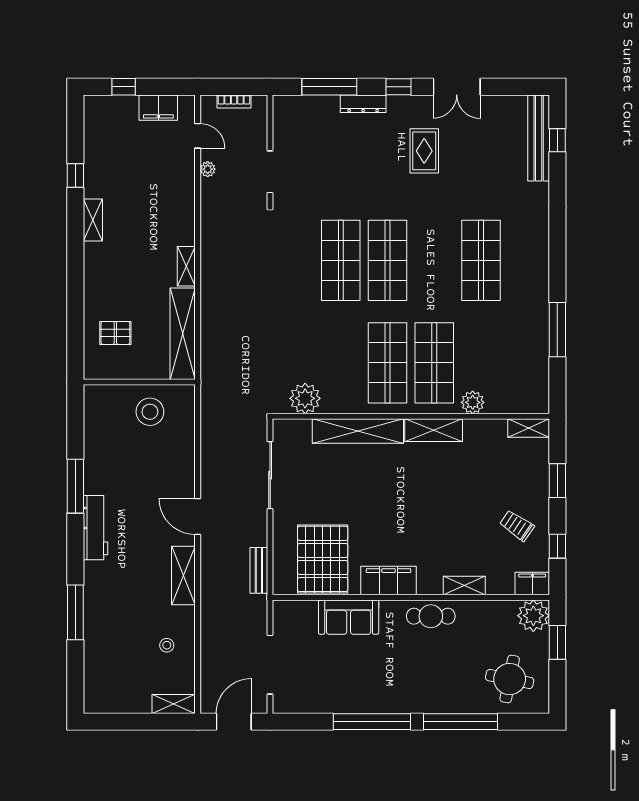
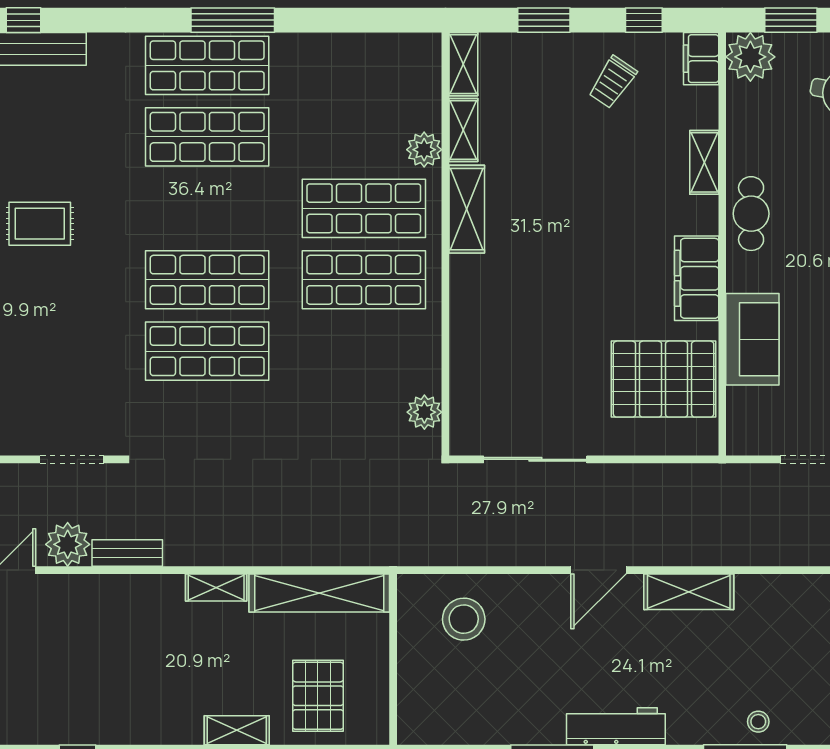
plant: (208, 169) -> (68, 544), width x1.88, depth x1.88
shelving: (93, 220) -> (237, 730), moved
shop shelf: (528, 260) -> (207, 65), added
window: (557, 330) -> (233, 20), moved
pallet: (115, 333) -> (318, 696), width x1.50, depth x1.42
plant: (305, 398) -> (424, 412), width x0.73, depth x0.73
stool: (150, 412) -> (464, 619), moved
shelving: (358, 431) -> (463, 130), moved, width x0.45, depth x0.75
bench: (259, 570) -> (127, 553), moved
stool: (167, 645) -> (758, 722), moved

